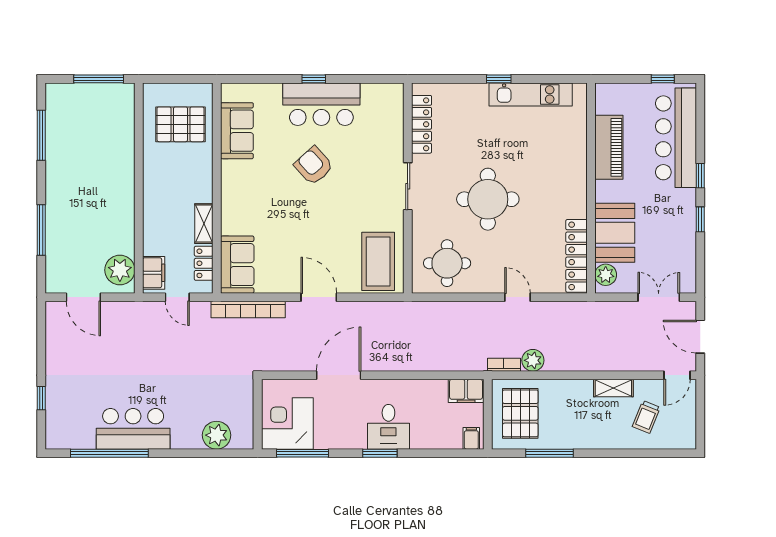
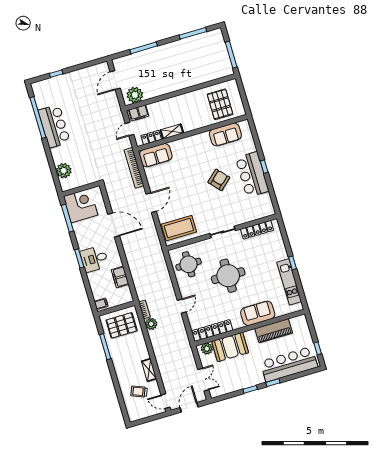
sofa: (570, 167) -> (258, 313), added
filing cabinet: (466, 391) -> (120, 277), moved

